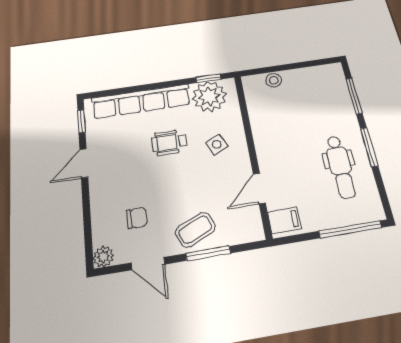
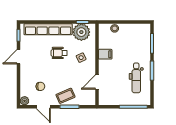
filing cabinet: (284, 220) -> (105, 54), moved

